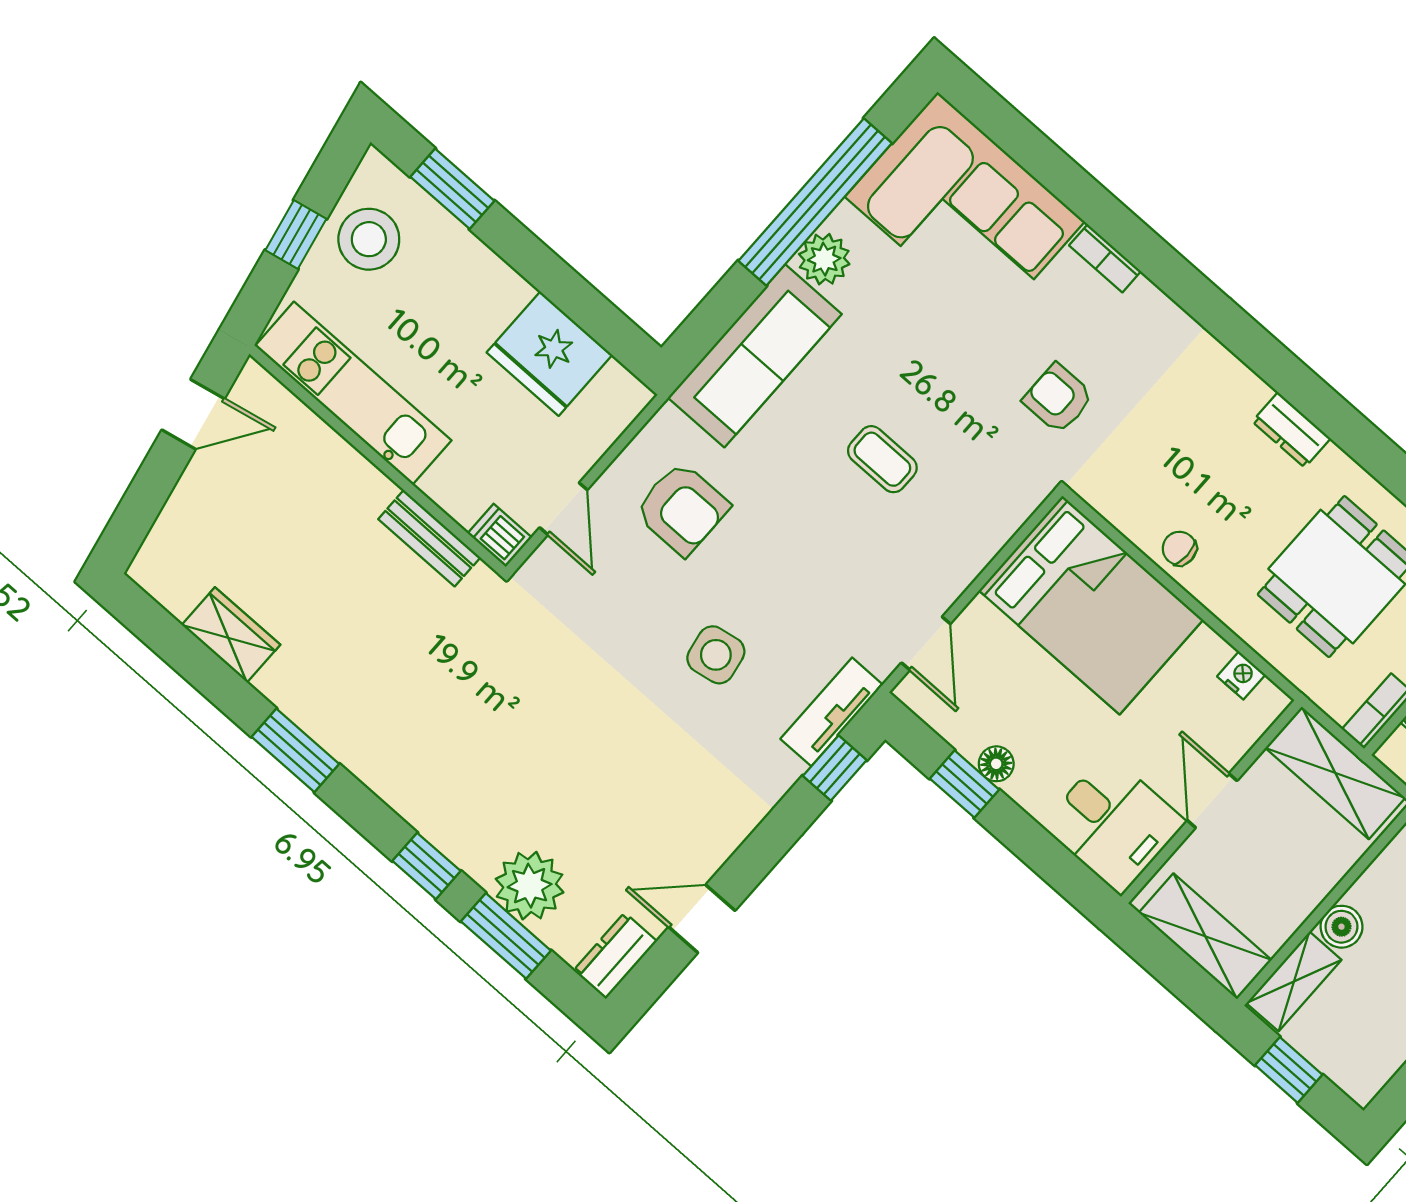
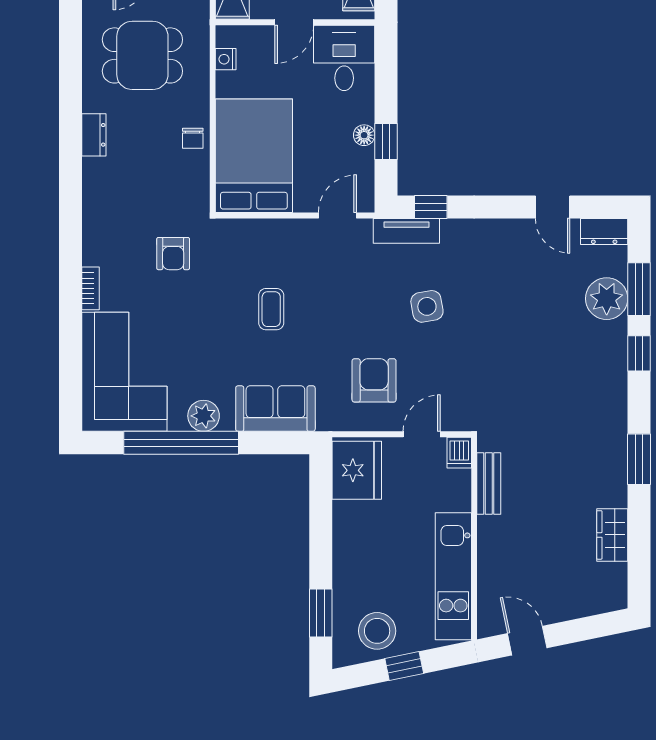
fridge: (549, 354) -> (357, 470), moved
sofa: (755, 356) -> (275, 409), width x0.73

